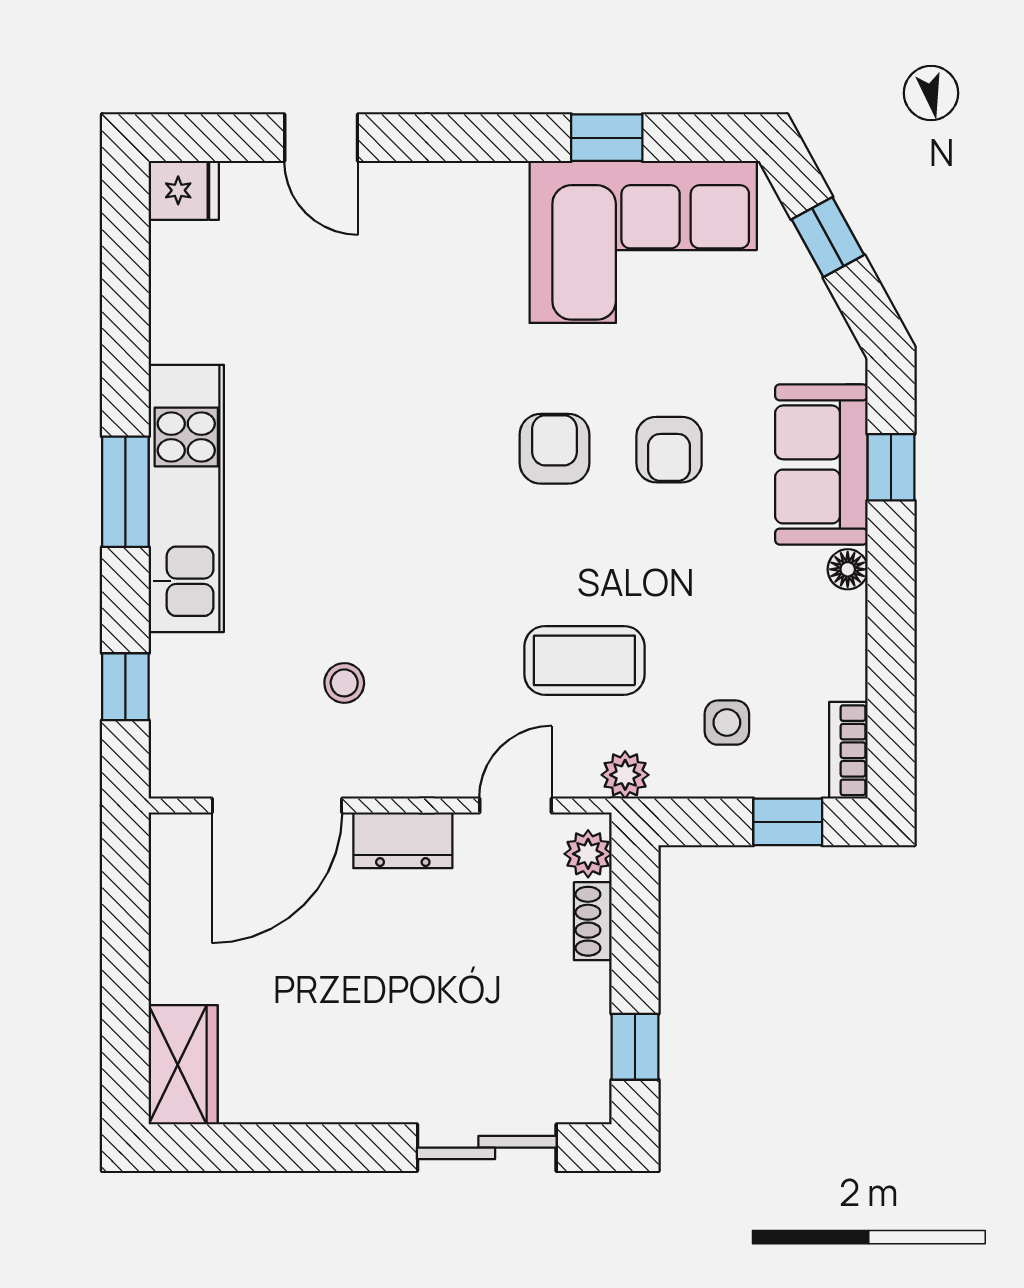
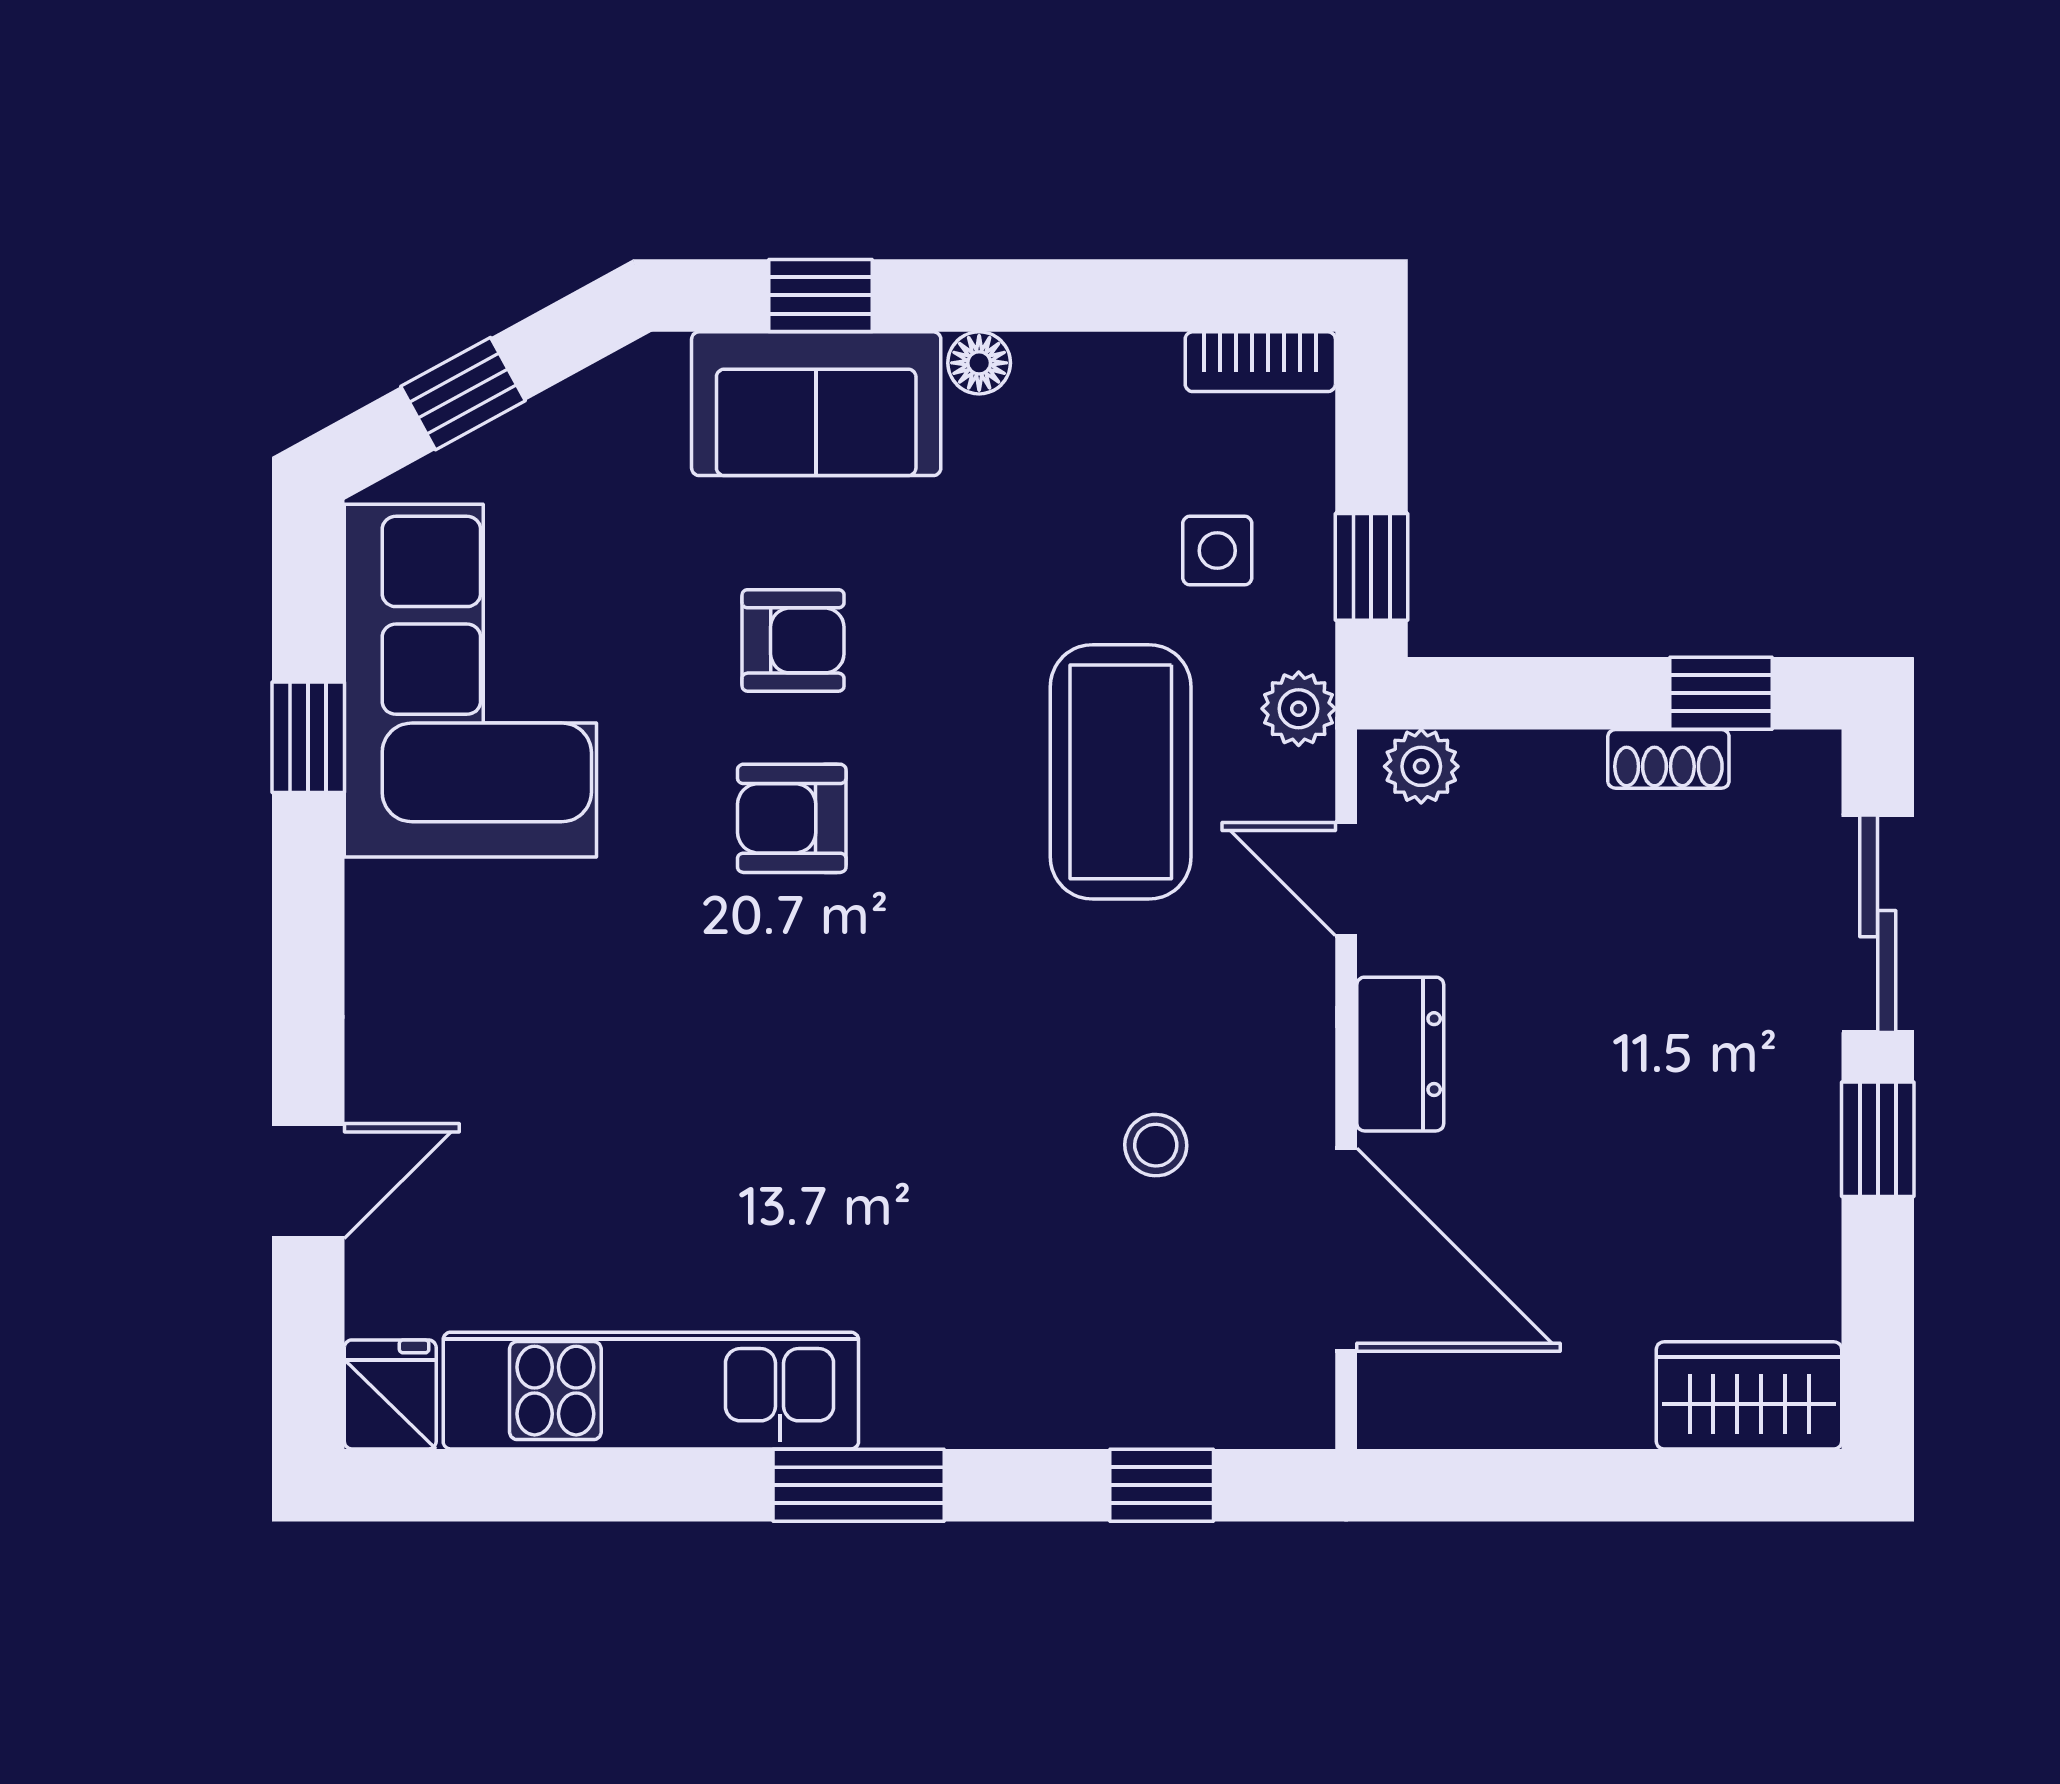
kitchen unit: (186, 498) -> (651, 1391), moved
coffee table: (584, 660) -> (1121, 772), width x1.36, depth x1.32
window: (788, 822) -> (1371, 567), moved
shoe rack: (593, 921) -> (1668, 759), moved
window: (348, 1148) -> (1878, 1139), added

